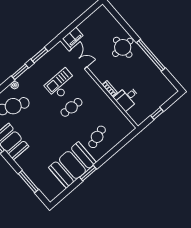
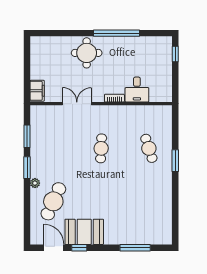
double door: (78, 59) -> (77, 104), moved
checkout: (61, 84) -> (71, 139), removed
window: (157, 113) -> (175, 54), moved
booth: (72, 165) -> (155, 194), removed
window: (88, 173) -> (175, 161), moved

